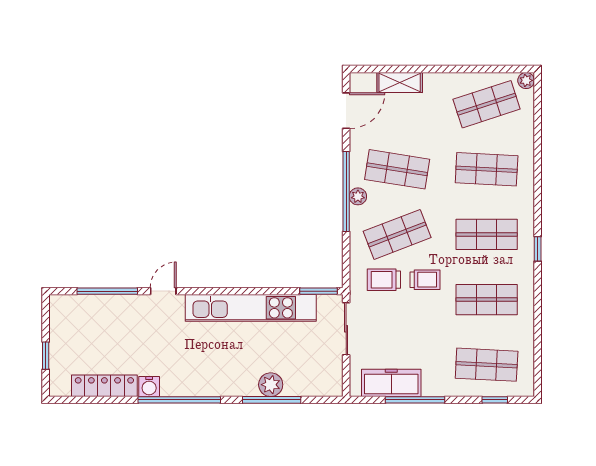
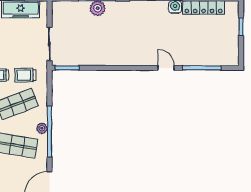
trolley: (384, 280) -> (25, 75), turned 180
door: (163, 291) -> (166, 68), swing flipped
kitchen unit: (251, 308) -> (110, 57), removed

